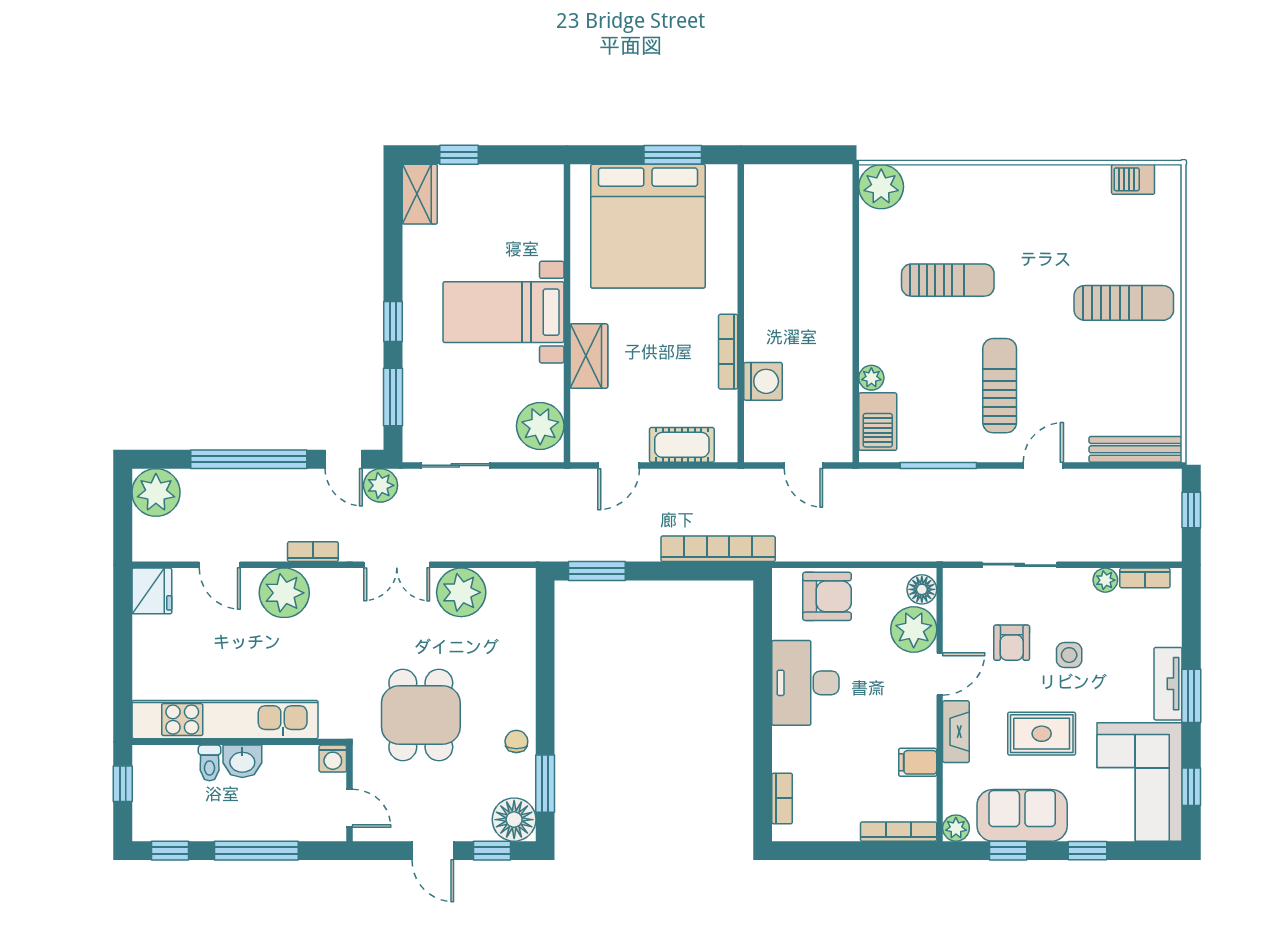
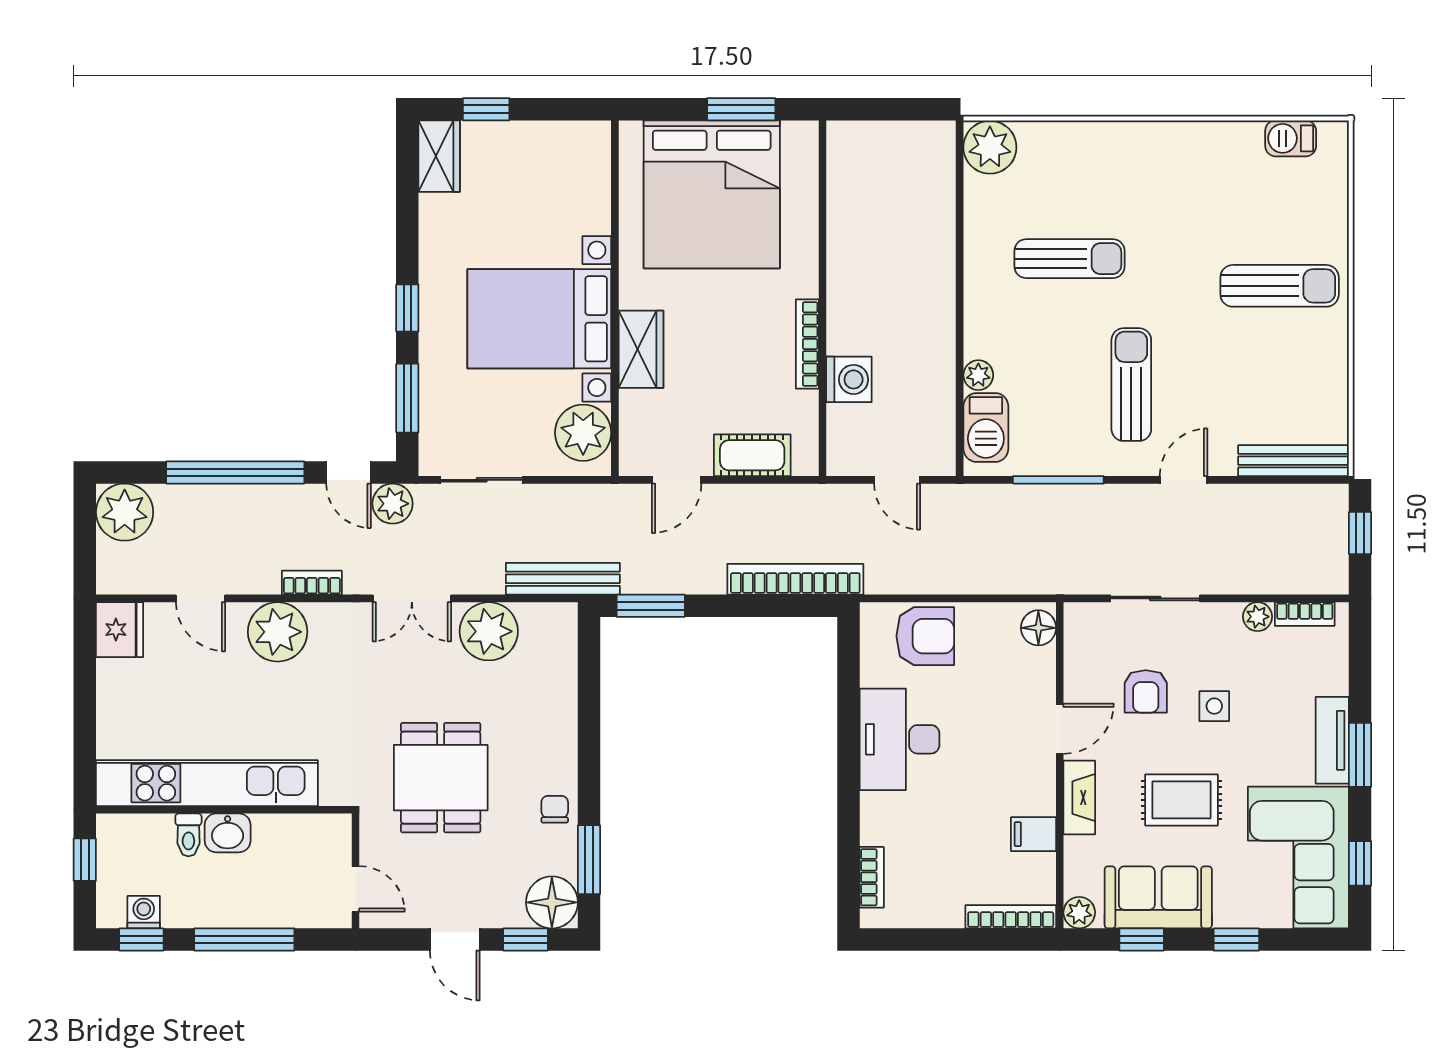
bed with nightstands: (503, 312) -> (539, 319), width x1.36
bench: (523, 548) -> (563, 579), added
plant: (914, 630) -> (1029, 676), removed
washing machine: (333, 759) -> (144, 912), moved, turned 180

